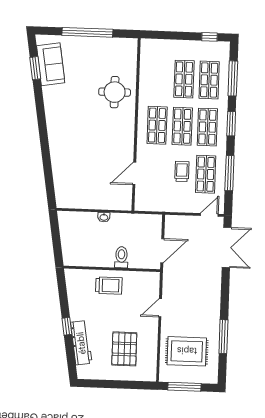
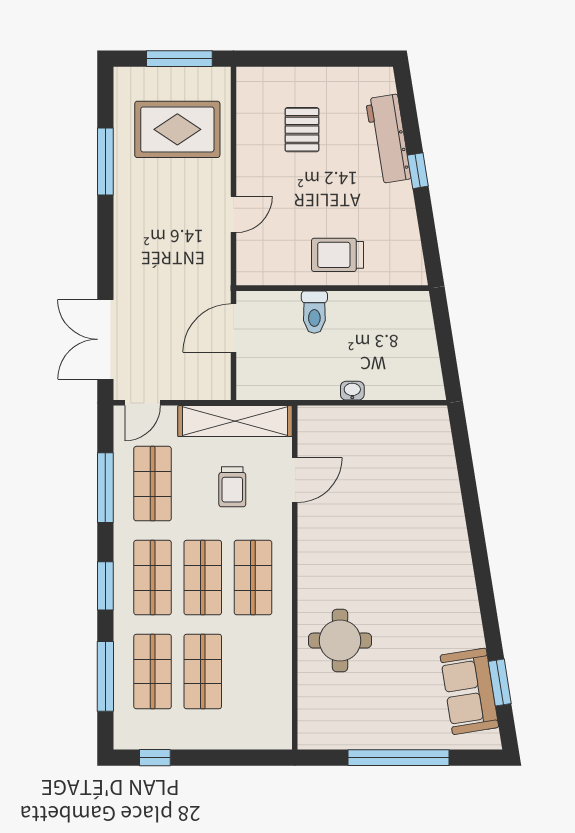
trolley: (182, 171) -> (232, 487), moved
shelving: (163, 204) -> (235, 421), added
pallet: (124, 349) -> (302, 130), width x0.67, depth x0.71

